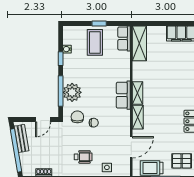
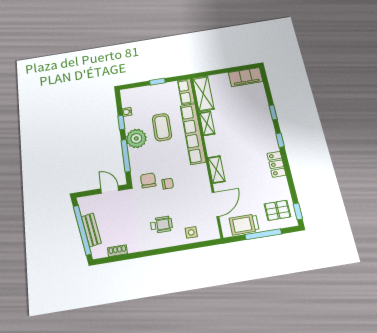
coffee table: (95, 42) -> (162, 127), moved
plant: (72, 92) -> (136, 138), moved
shelving: (137, 93) -> (207, 123), moved
row of seats: (123, 95) -> (193, 134), width x2.02
door: (43, 120) -> (110, 190), swing flipped
bench: (21, 138) -> (91, 230), moved

